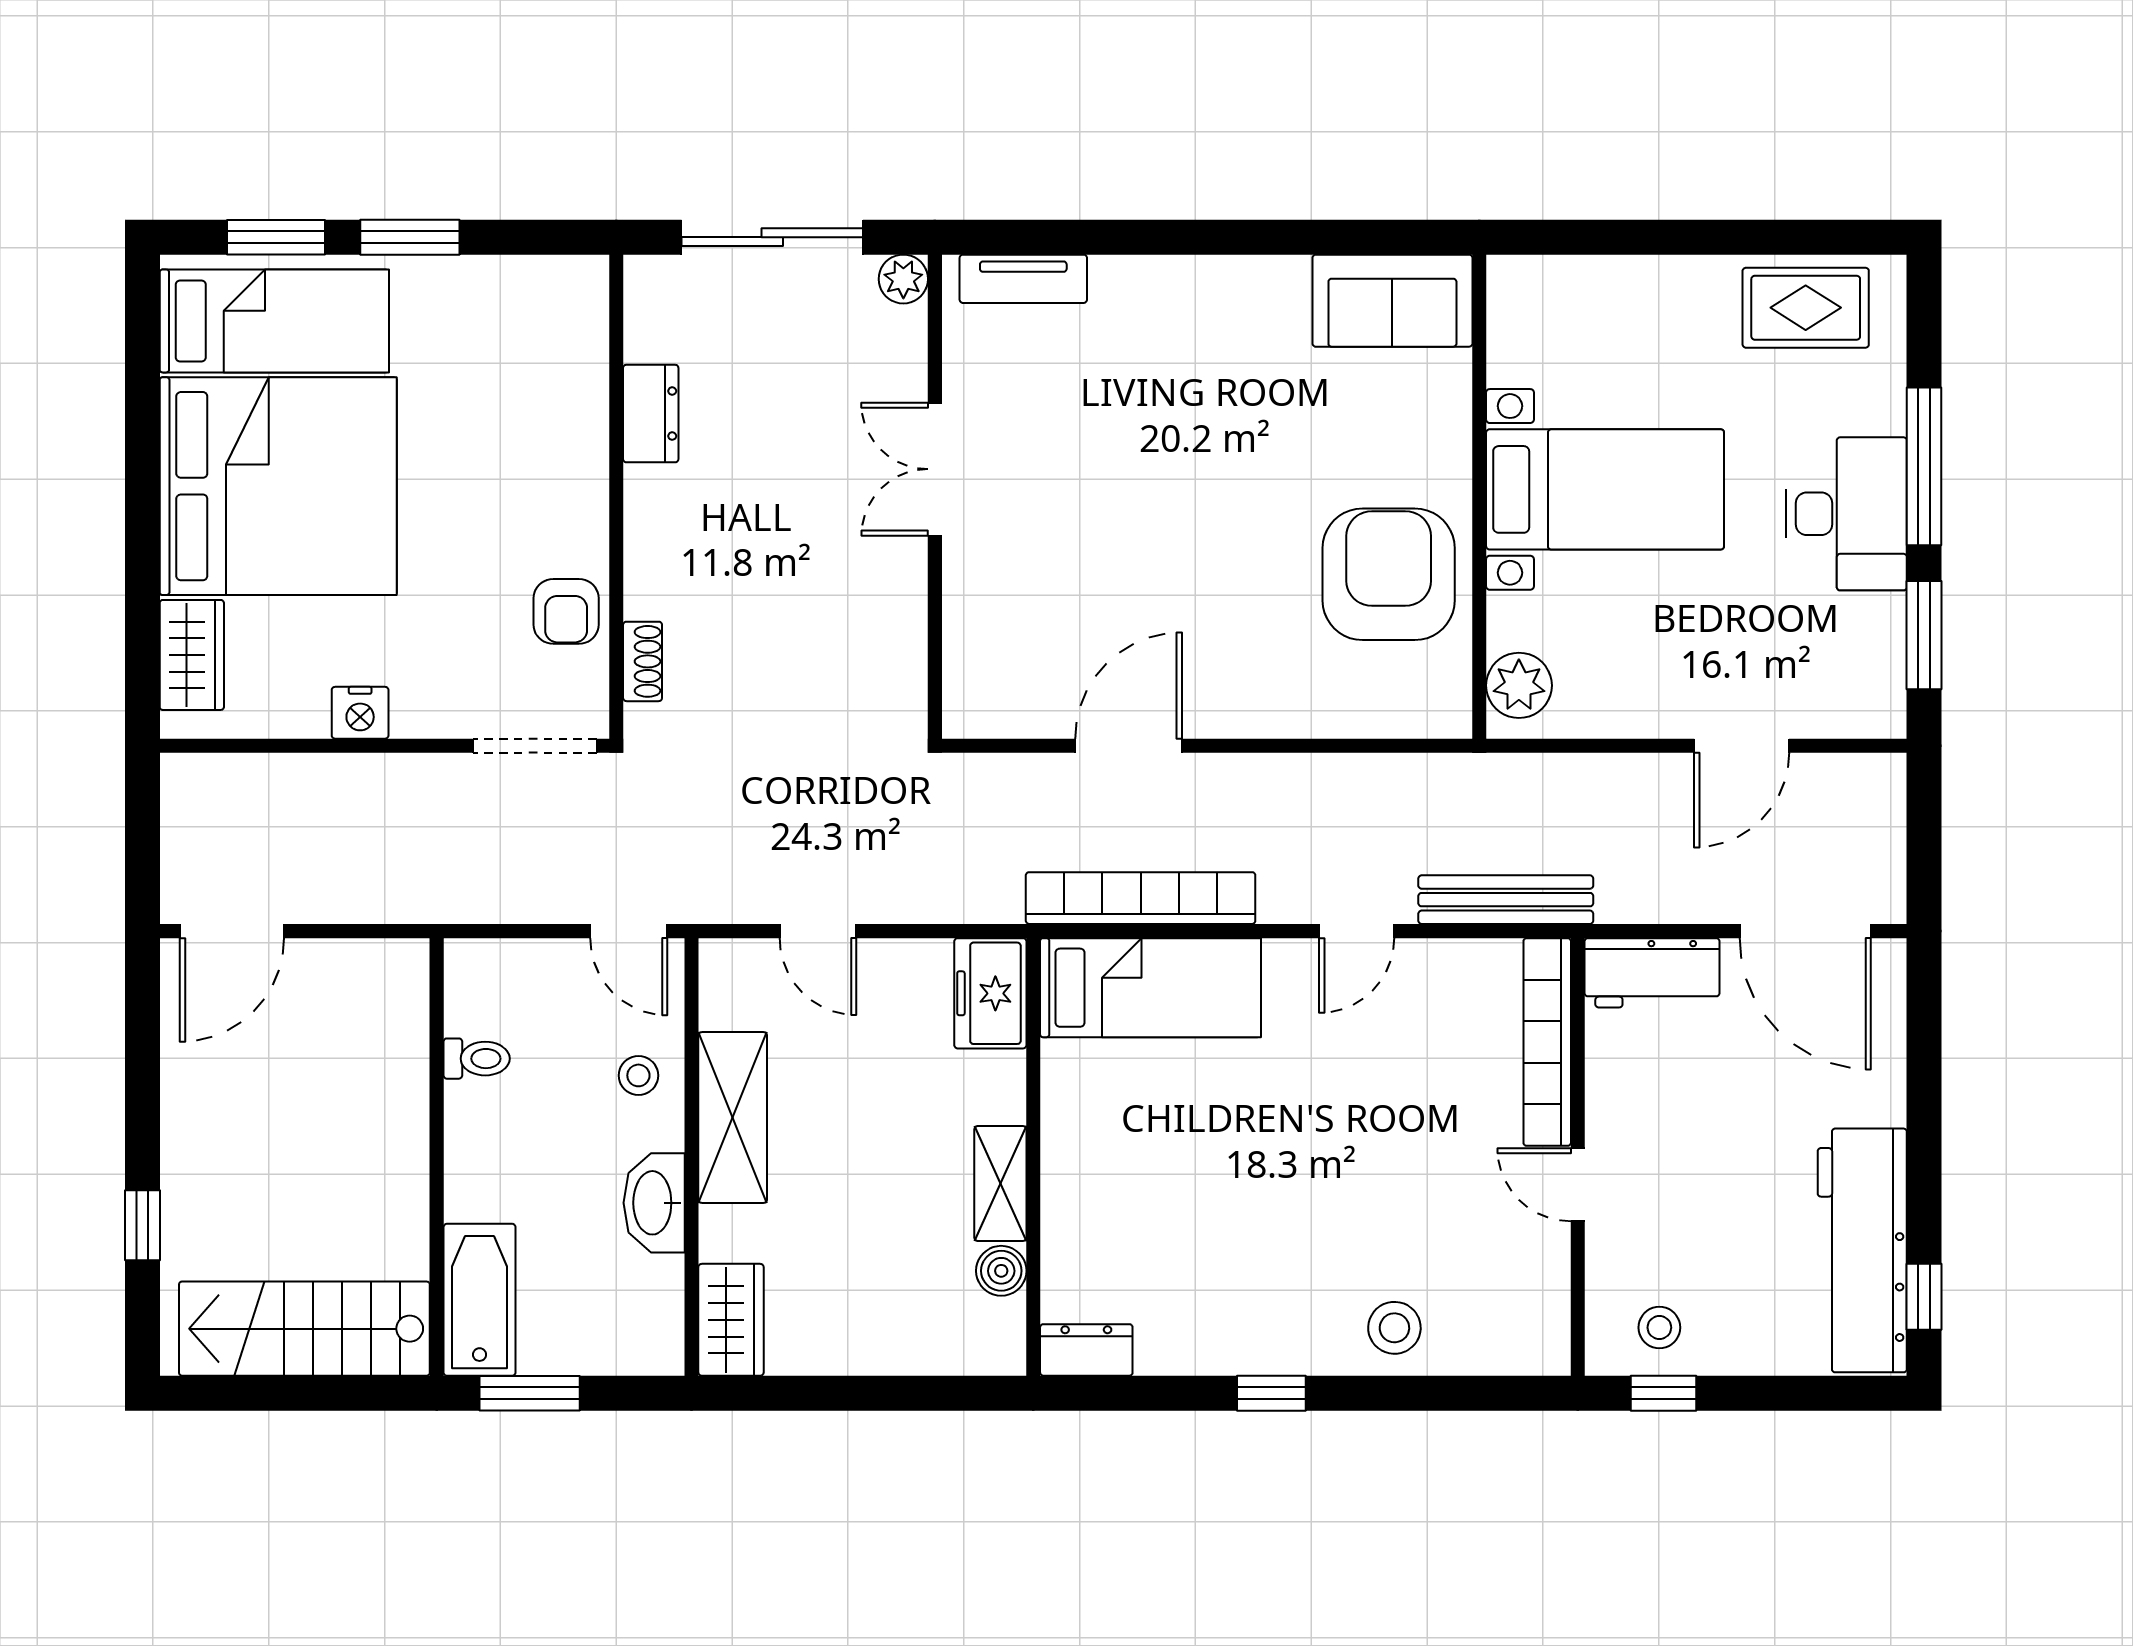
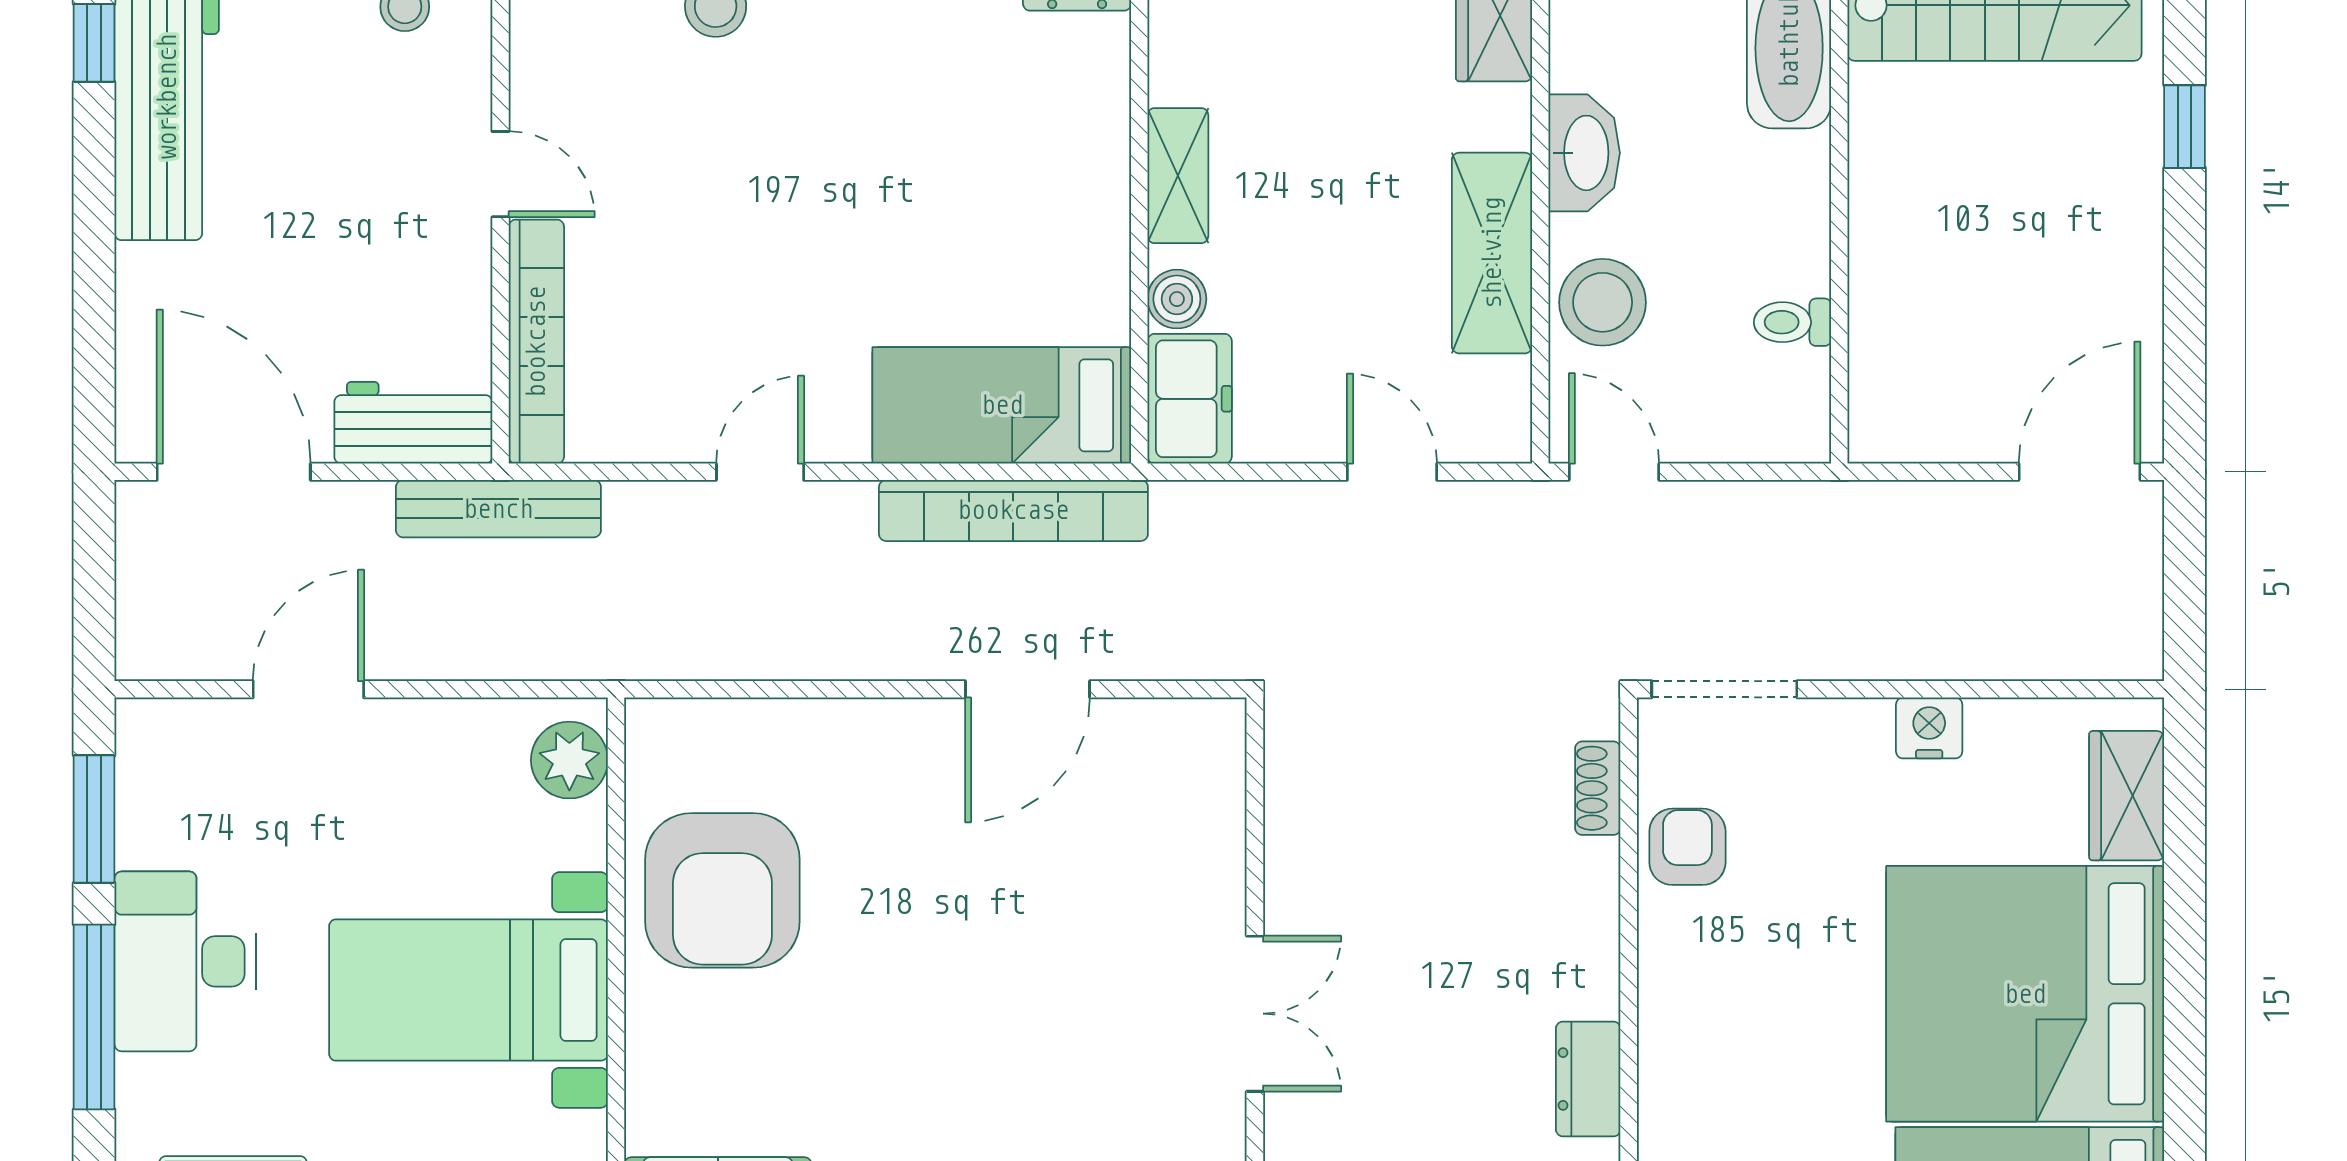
bench: (1506, 900) -> (498, 509), moved
stool: (638, 1075) -> (1603, 302), width x1.89, depth x1.89
boiler: (1001, 1271) -> (1177, 299), moved

